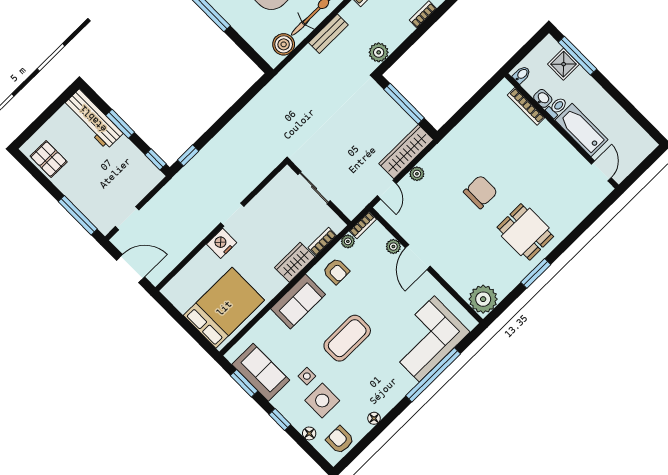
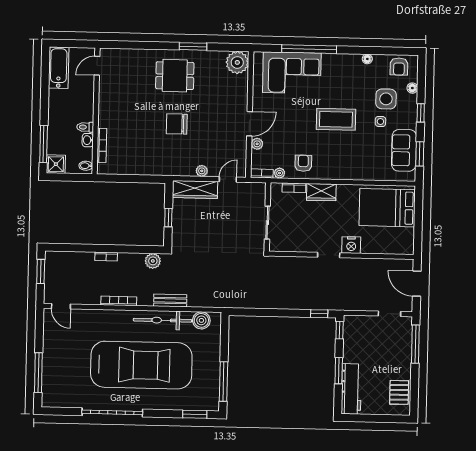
shower: (564, 64) -> (56, 164), moved
window: (404, 104) -> (168, 218), width x0.46
bathtub: (581, 130) -> (59, 68), moved, turned 180
dining table: (525, 232) -> (175, 76), turned 90
sofa: (298, 302) -> (342, 168), removed

